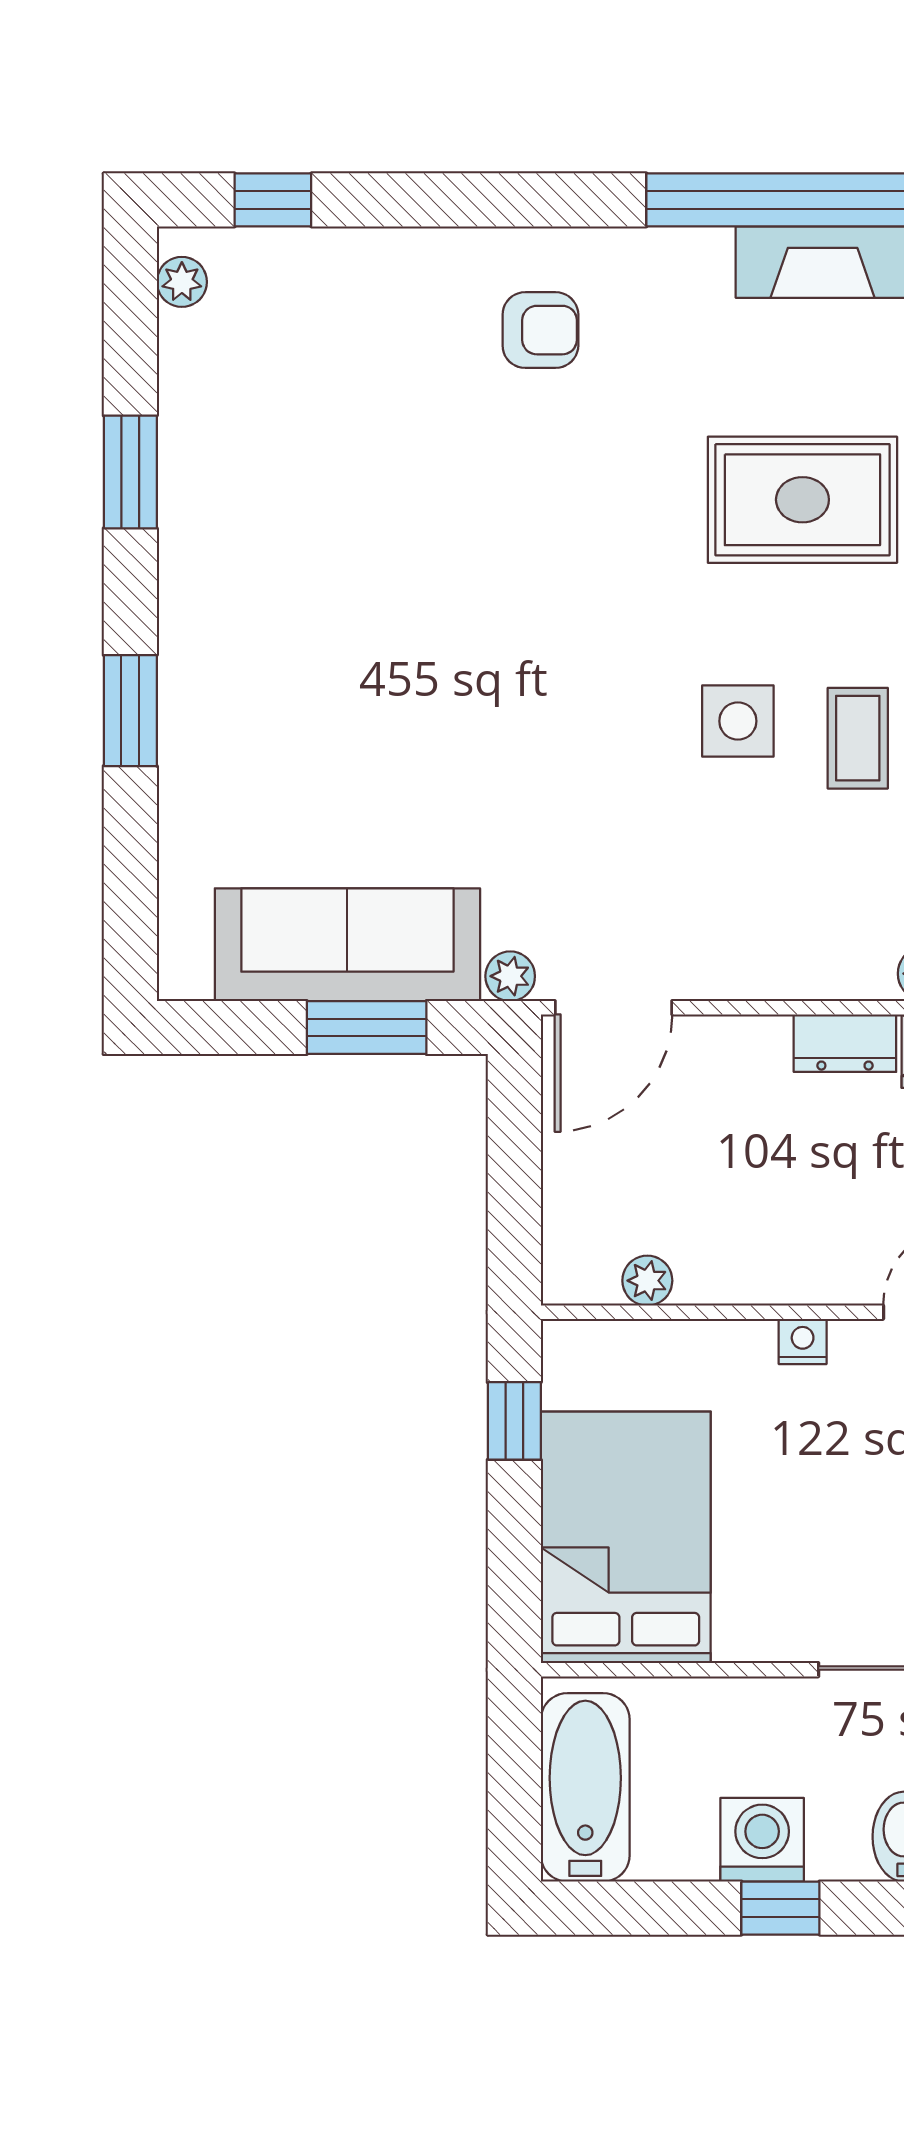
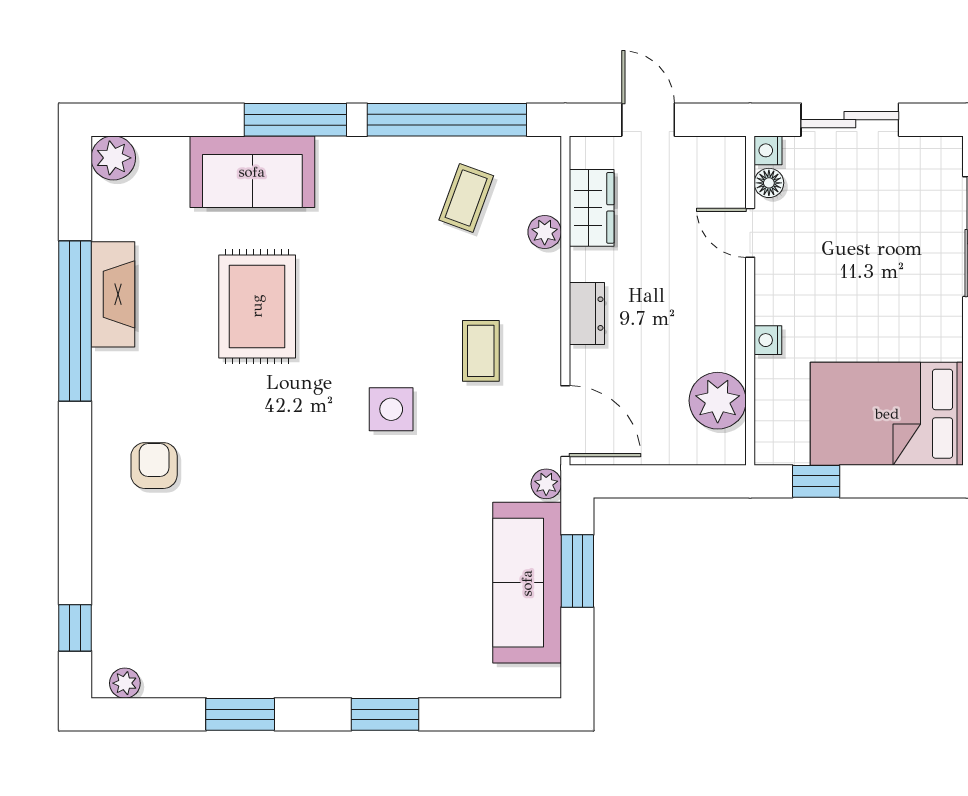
side table: (738, 721) -> (391, 409), moved
coffee table: (858, 738) -> (481, 351), moved, turned 90
dresser: (845, 1043) -> (587, 314), moved
plant: (647, 1281) -> (718, 401), width x1.88, depth x1.88
nightstand: (803, 1341) -> (768, 340), moved

